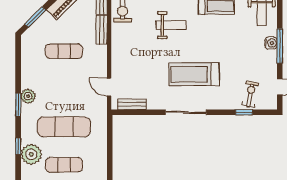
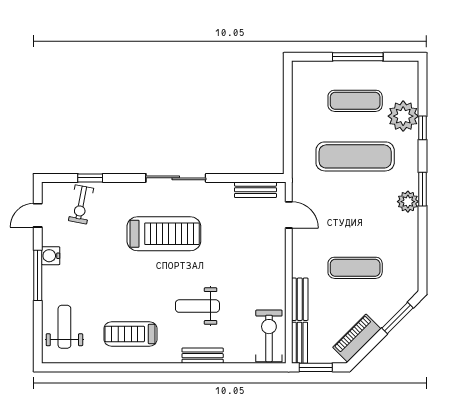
water cooler: (271, 43) -> (51, 256), moved

